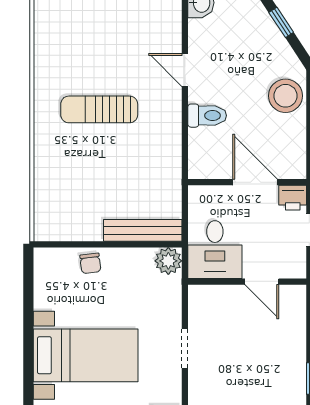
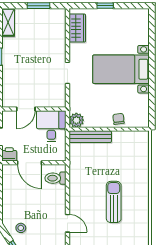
stool: (285, 96) -> (21, 228), moved, width x0.53, depth x0.53
sun lounger: (99, 109) -> (114, 202), turned -90
toilet: (207, 116) -> (55, 178), moved
door: (262, 282) -> (26, 109), swing flipped

